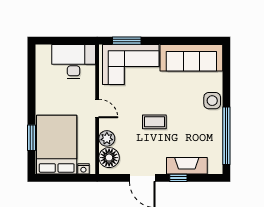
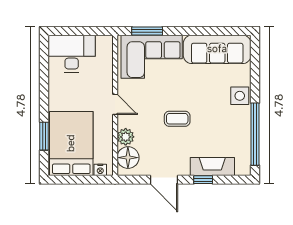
desk: (74, 62) -> (72, 54), moved

